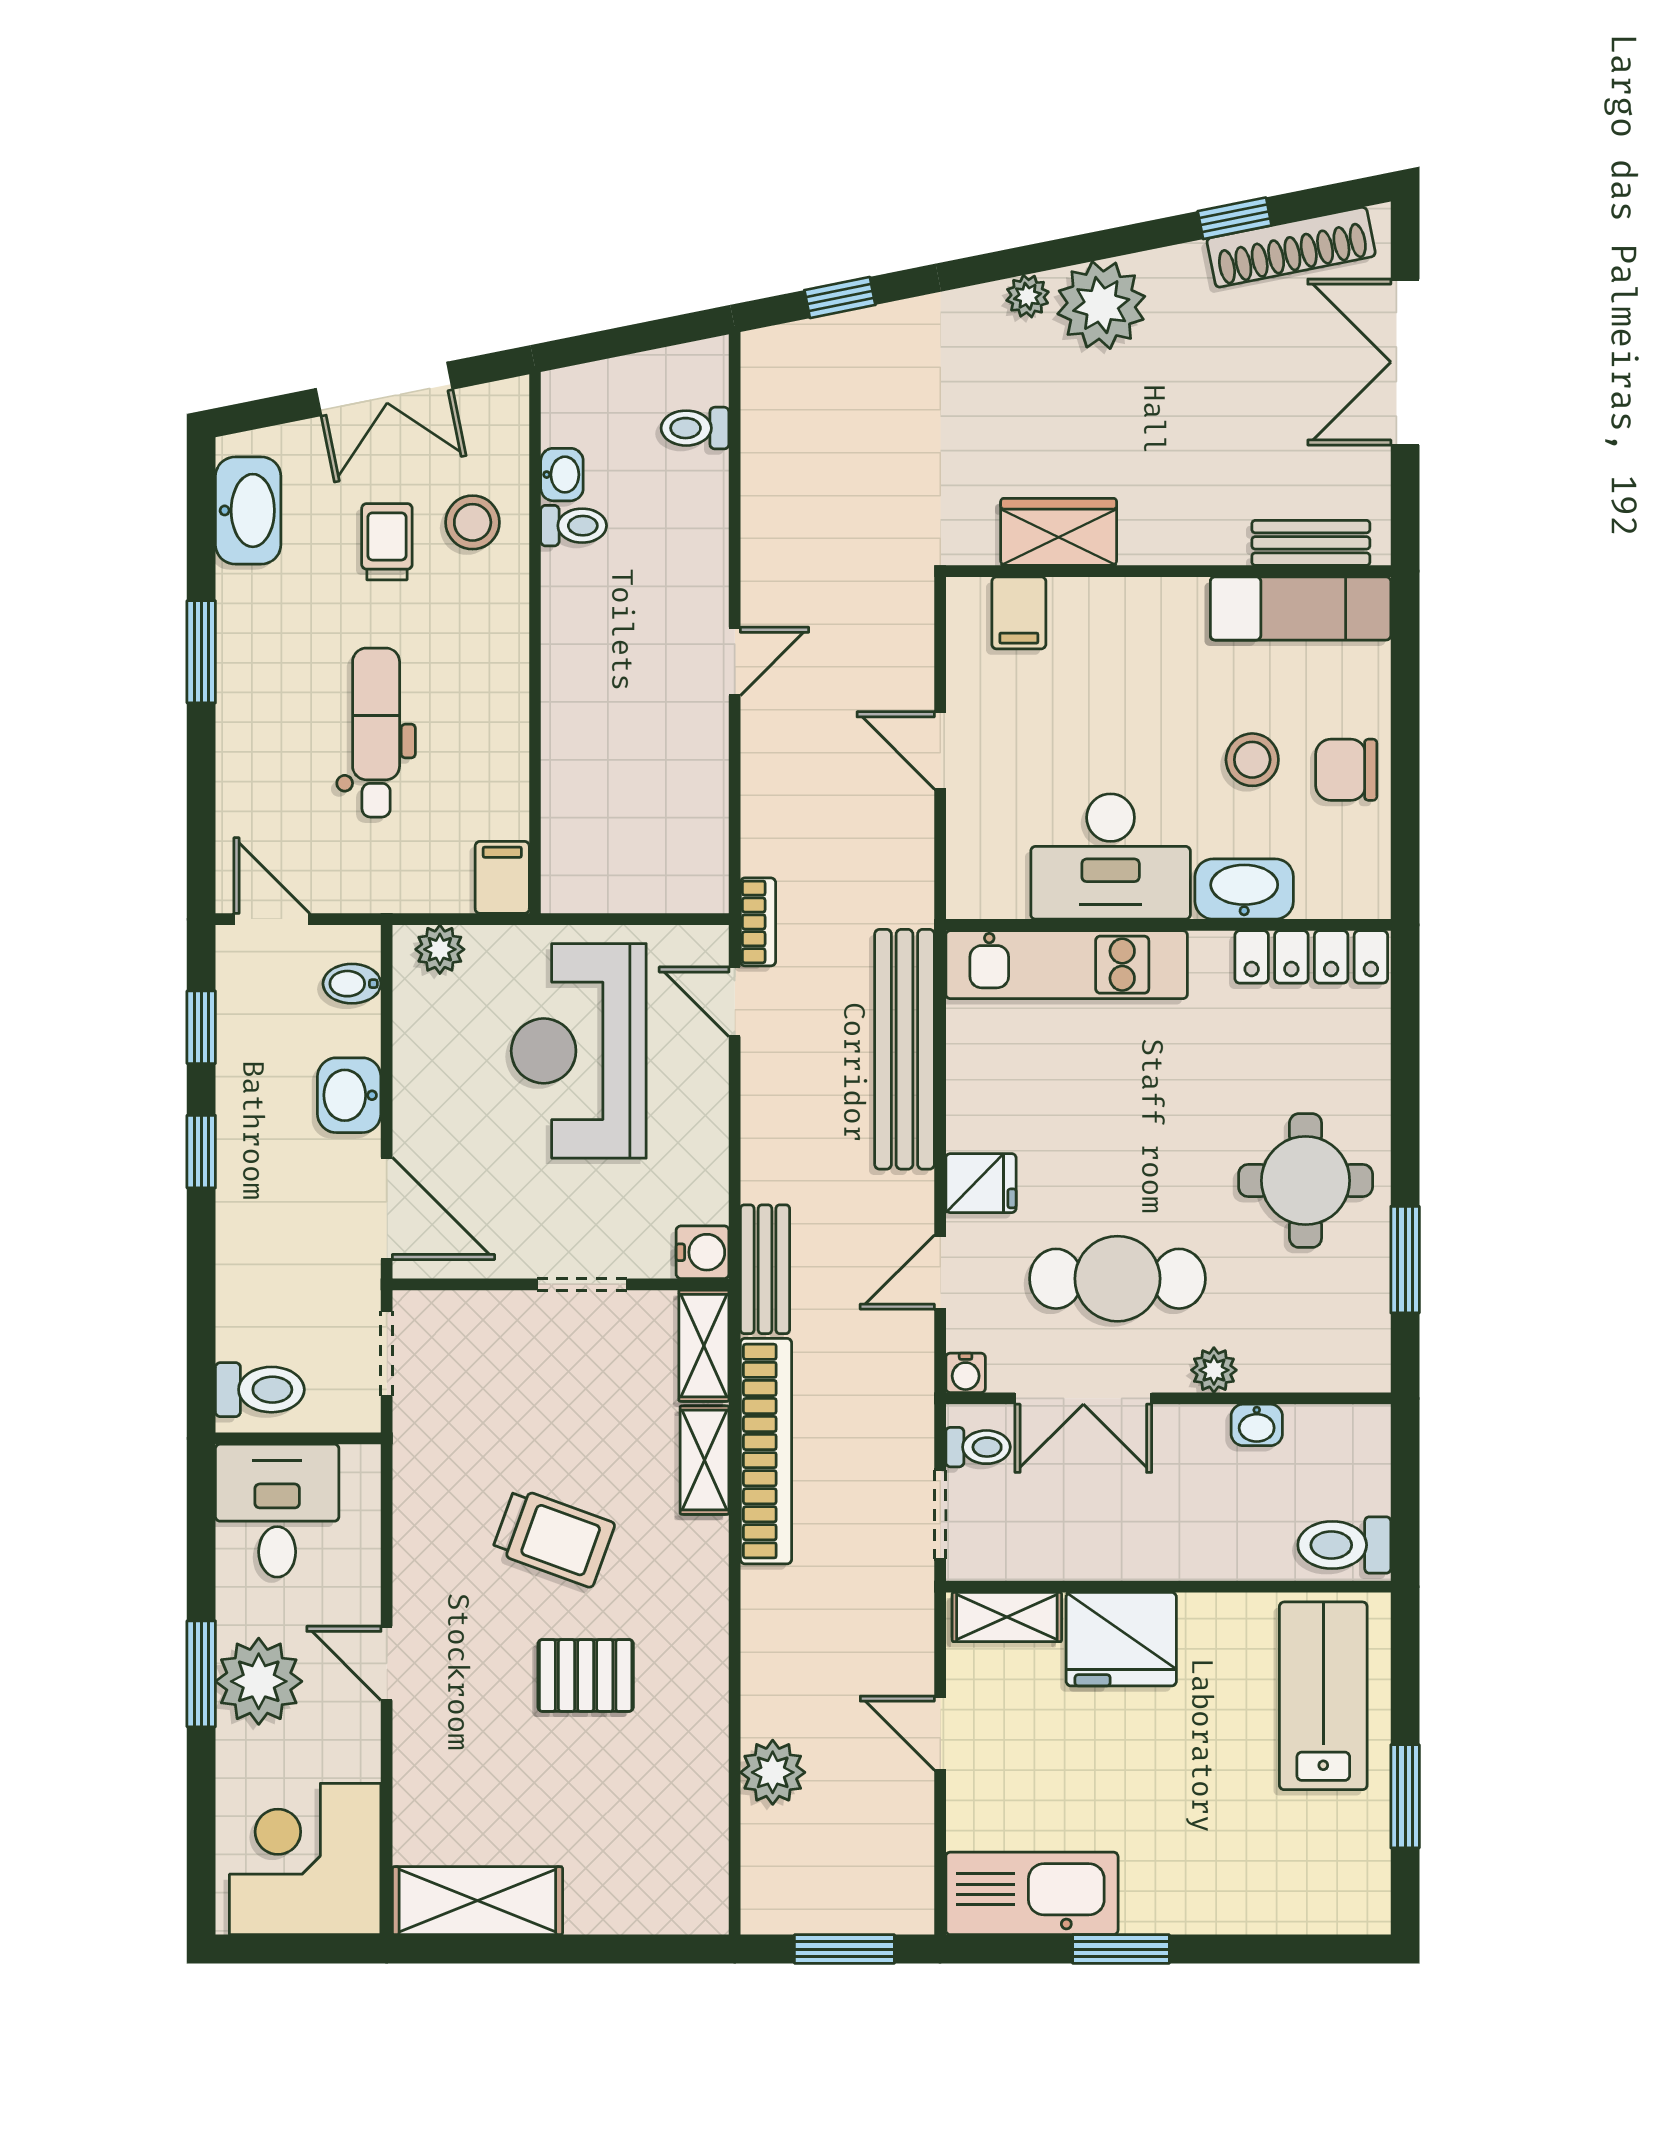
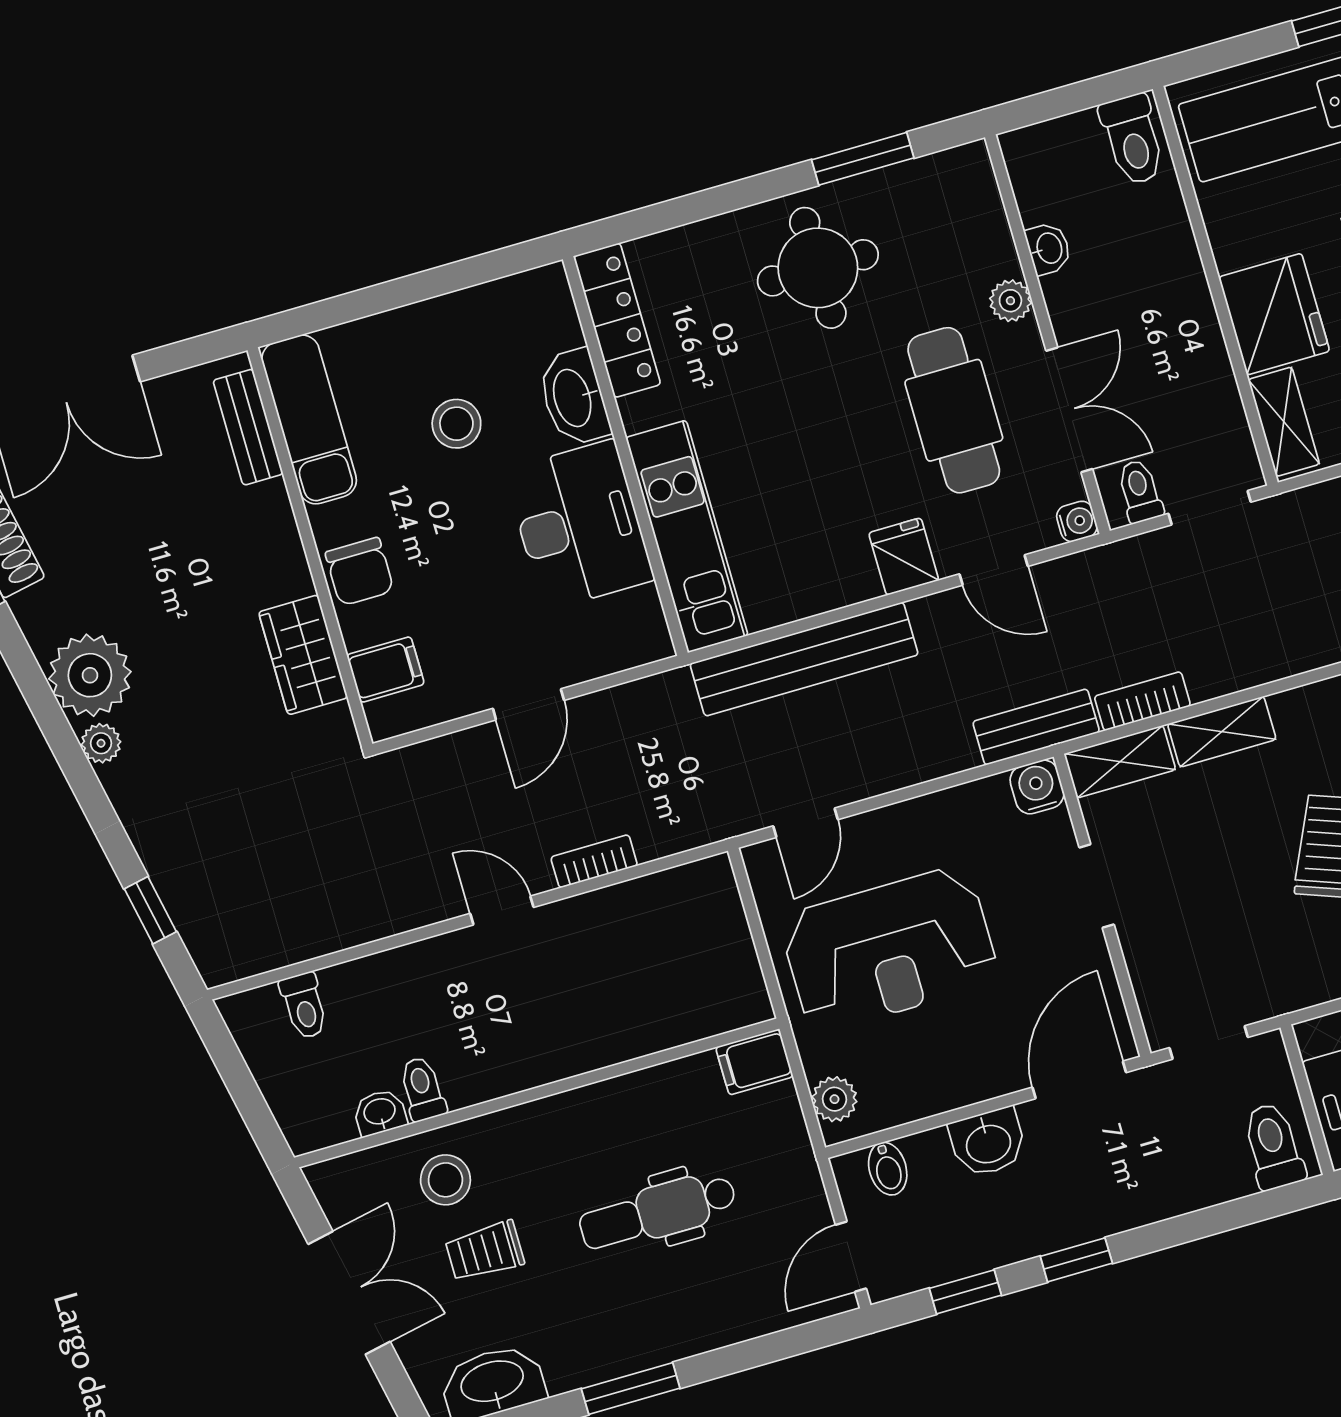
chair: (1346, 770) -> (360, 572), moved
bookcase: (758, 922) -> (594, 861), moved
bookcase: (766, 1451) -> (1142, 701), width x0.43, depth x0.76

